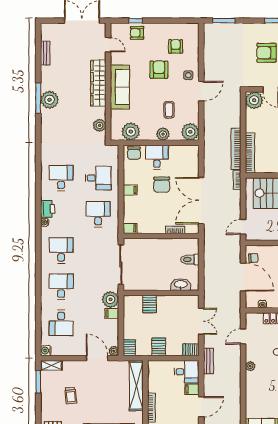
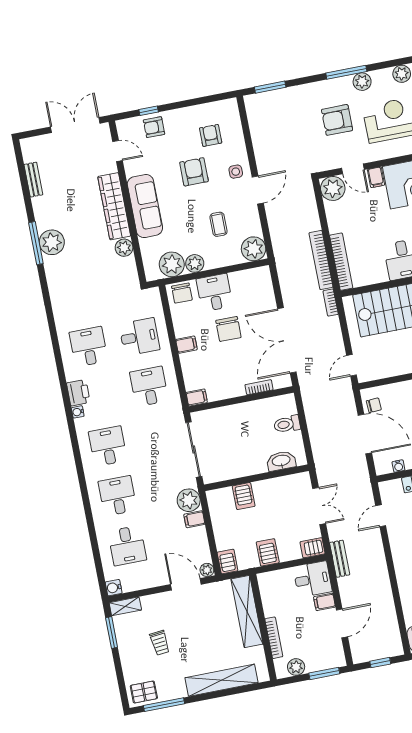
plant: (100, 125) -> (124, 248), moved
plant: (163, 134) -> (195, 263), moved
plant: (250, 366) -> (398, 554), removed

